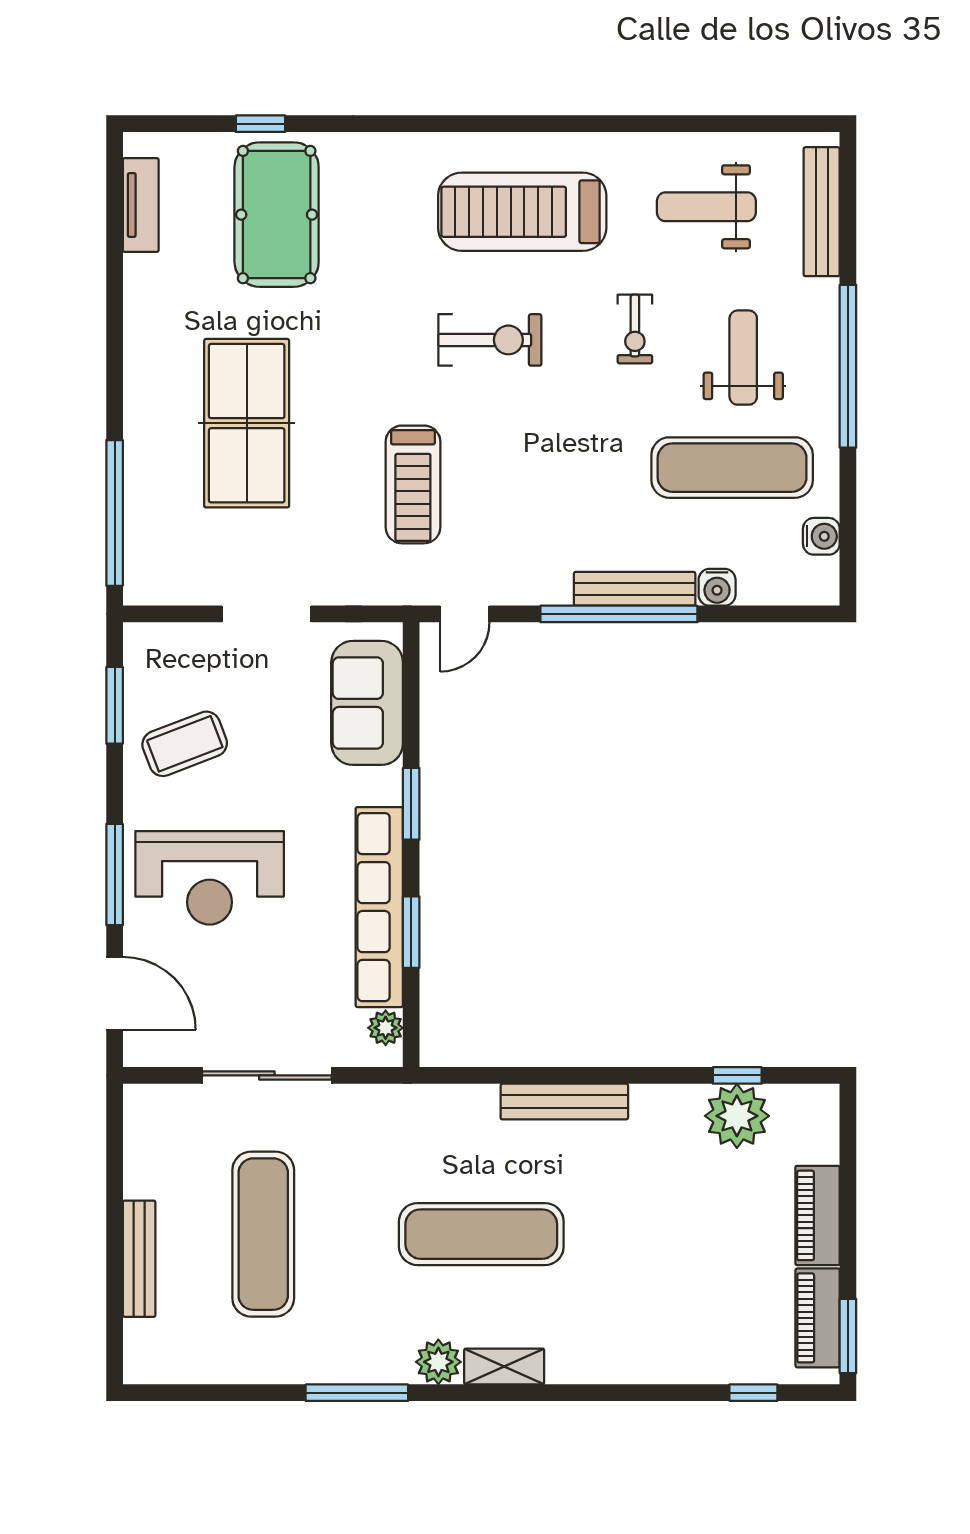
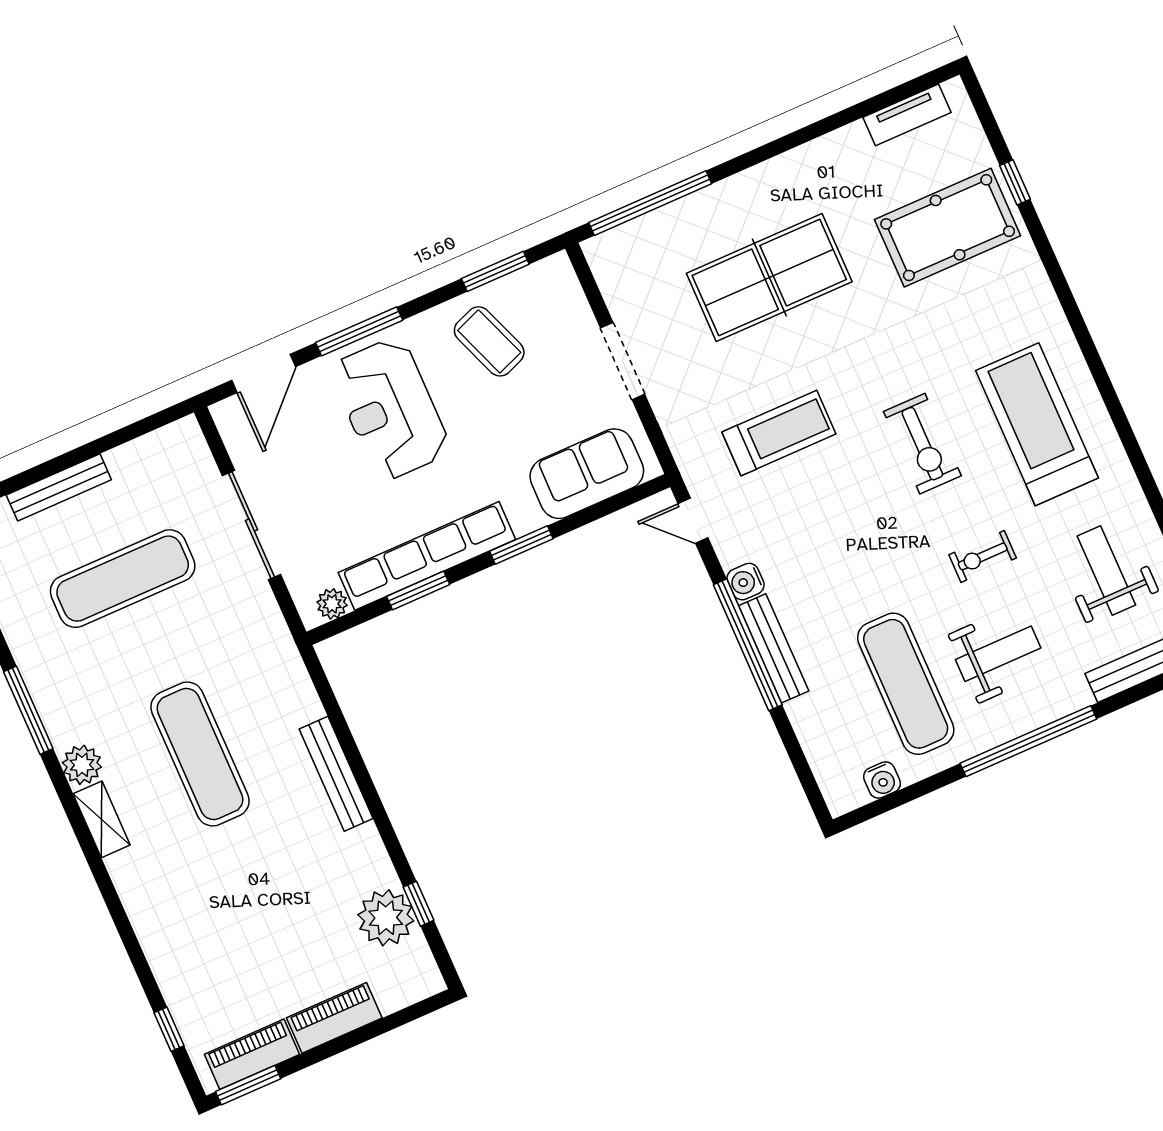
treadmill: (413, 484) -> (779, 433), turned 180
water cooler: (717, 587) -> (746, 582), moved

